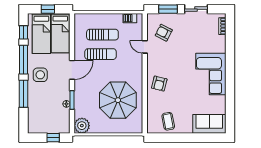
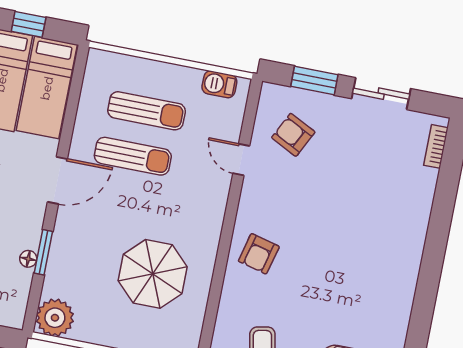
corner sofa: (211, 74) -> (386, 255), removed
parasol: (118, 100) -> (153, 274), width x0.73, depth x0.73

